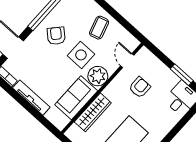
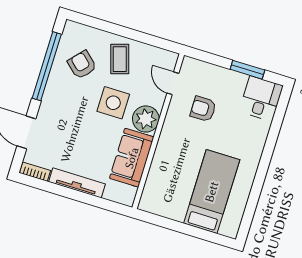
armchair: (56, 36) -> (82, 65), moved
armchair: (140, 87) -> (203, 109), turned -90
wardrobe: (93, 112) -> (160, 166), removed

